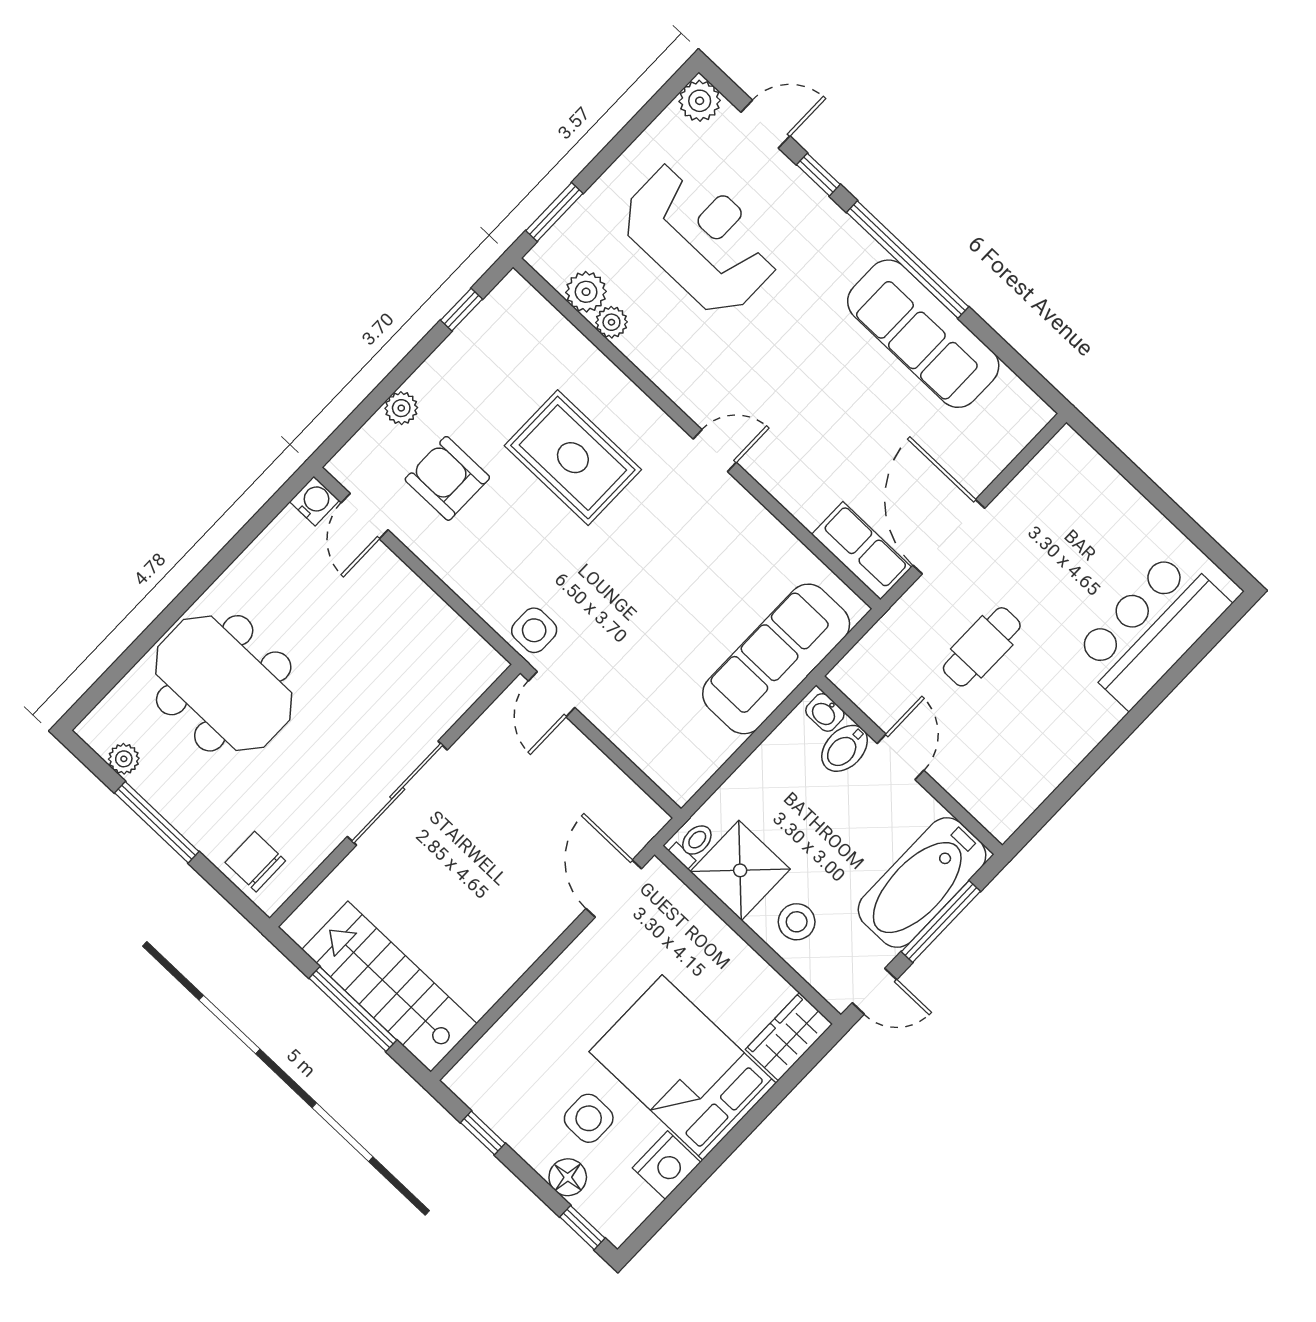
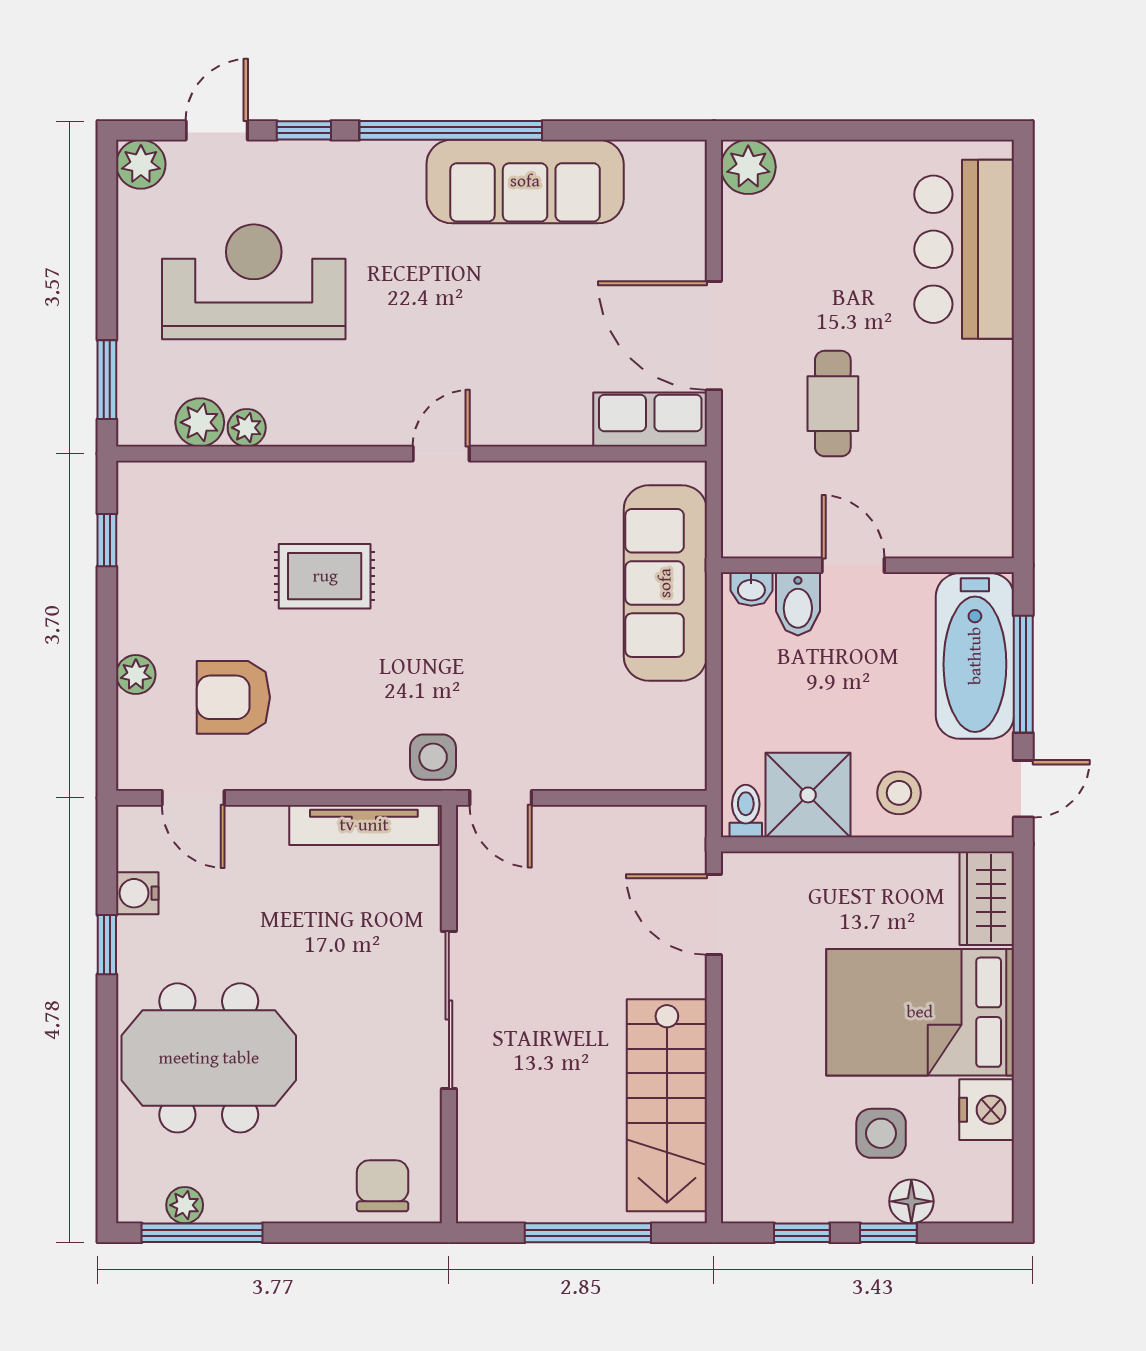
plant: (1067, 454) -> (748, 167), added
rug: (573, 458) -> (325, 576), width x0.73, depth x0.70
water cooler: (315, 501) -> (137, 893), moved, turned -90
window: (227, 556) -> (107, 945), added
tv unit: (453, 632) -> (364, 825), added
window: (157, 822) -> (202, 1233), moved
chair: (255, 862) -> (383, 1186), turned 90
stairs: (389, 987) -> (667, 1105), moved, turned -90
window: (582, 1228) -> (888, 1233), moved

